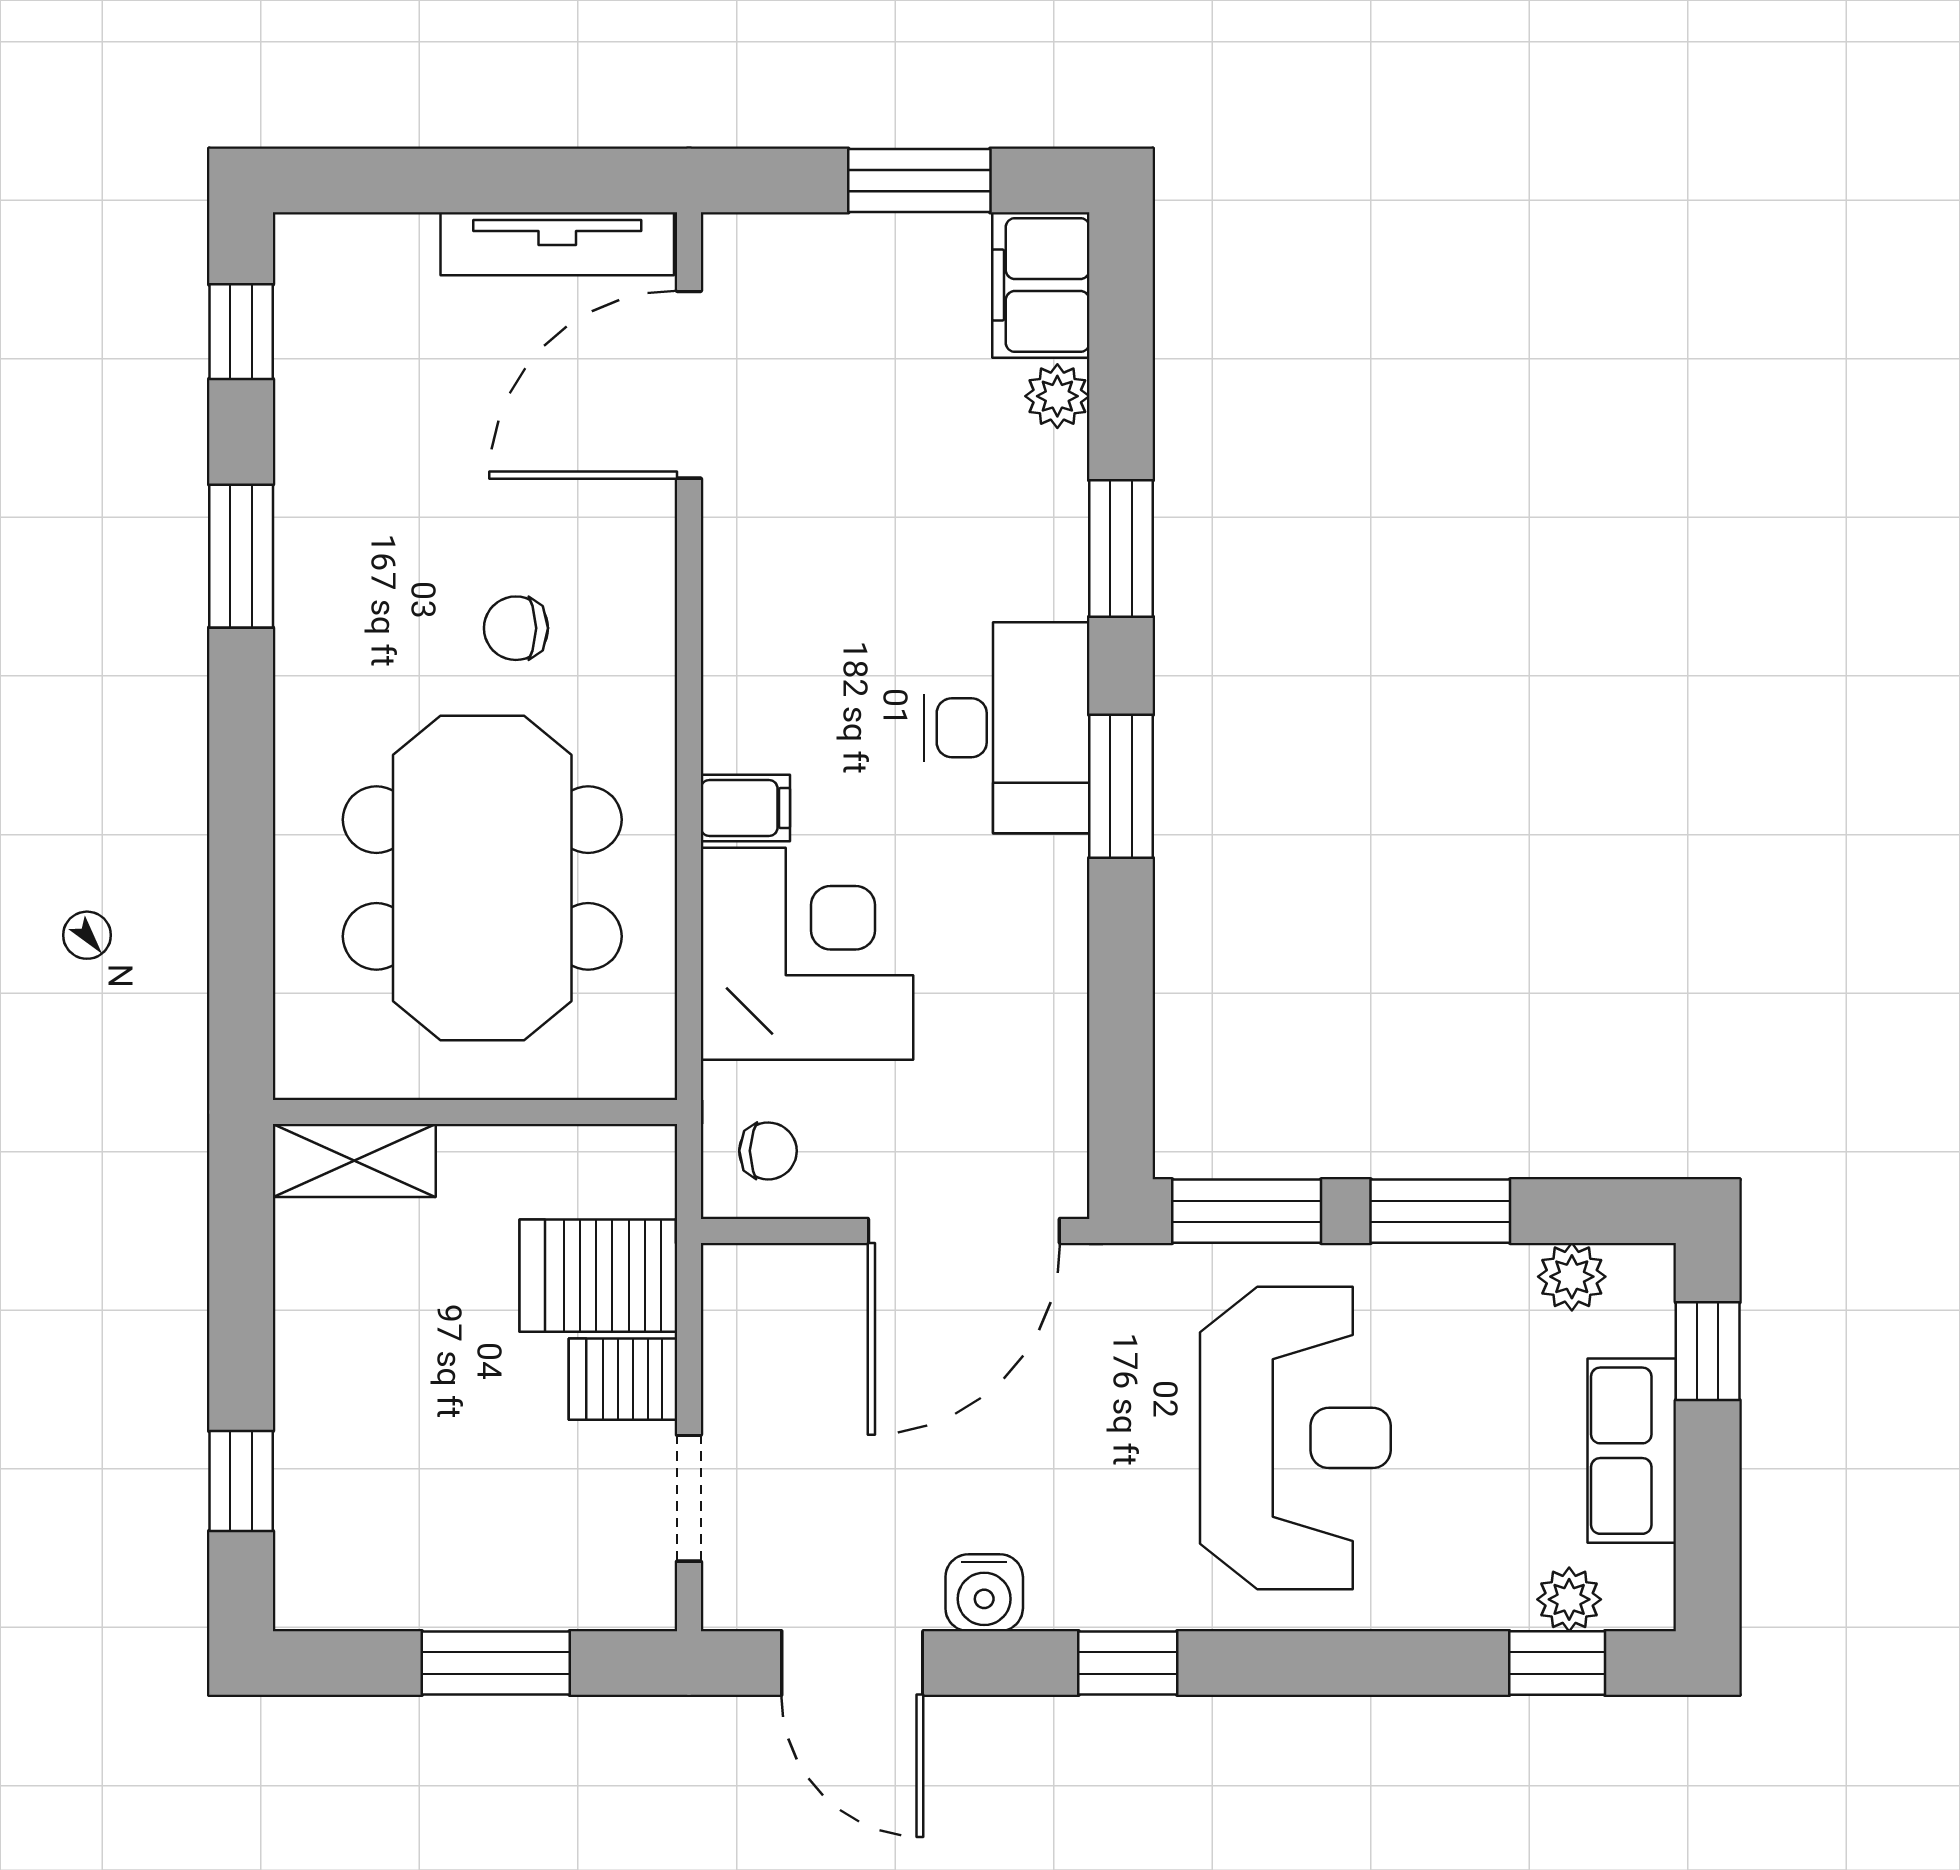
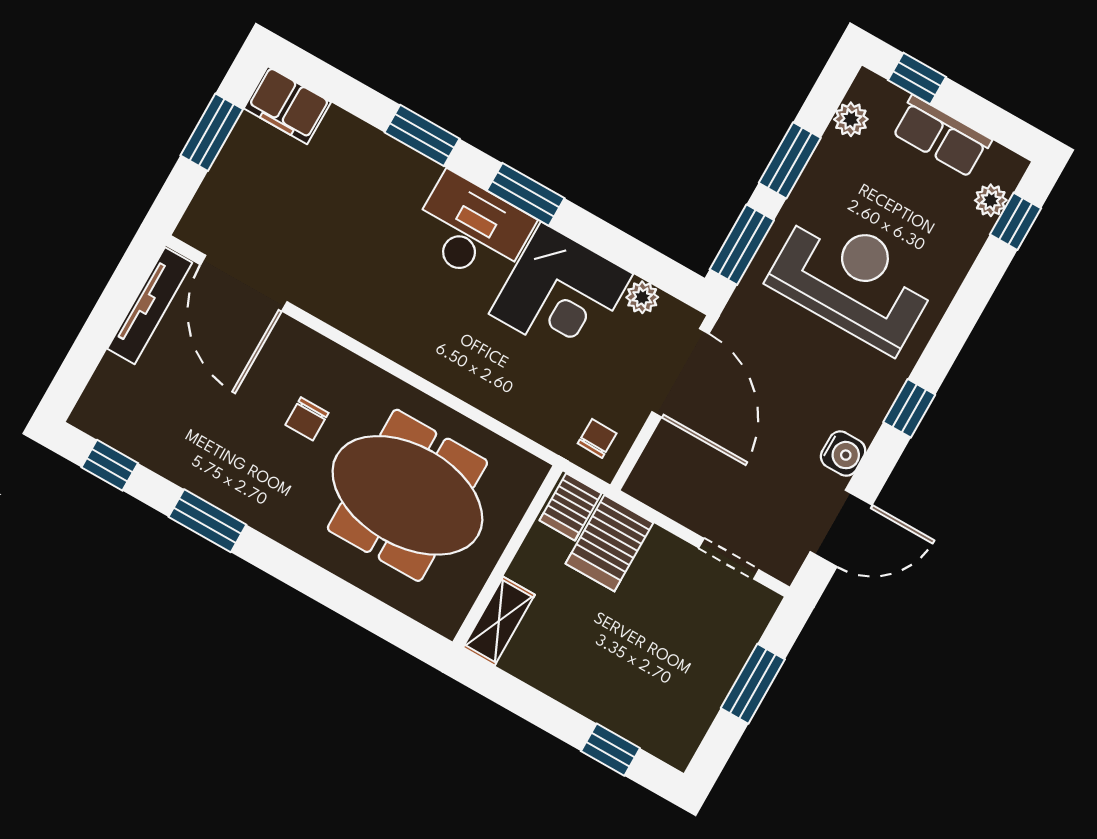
plant: (1057, 396) -> (642, 297), moved
filing cabinet: (745, 808) -> (442, 363), removed
corner desk: (807, 954) -> (561, 294), moved, turned 180
server rack: (623, 1379) -> (571, 507), moved

